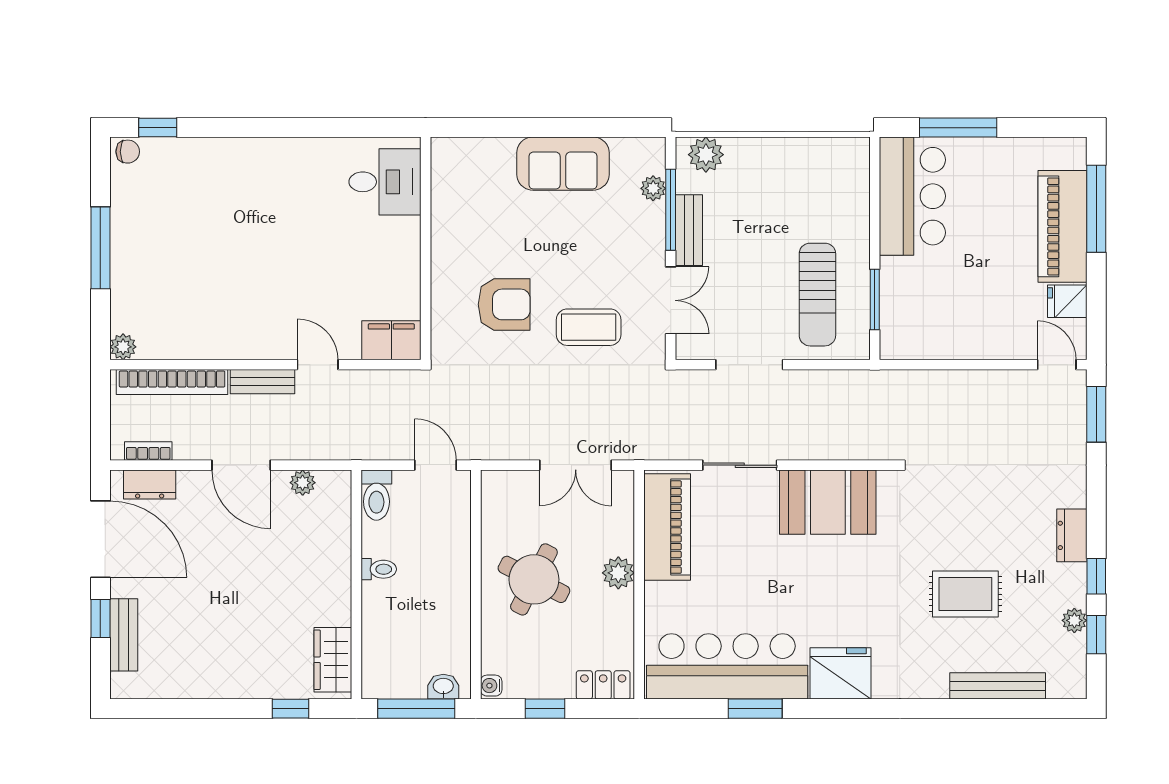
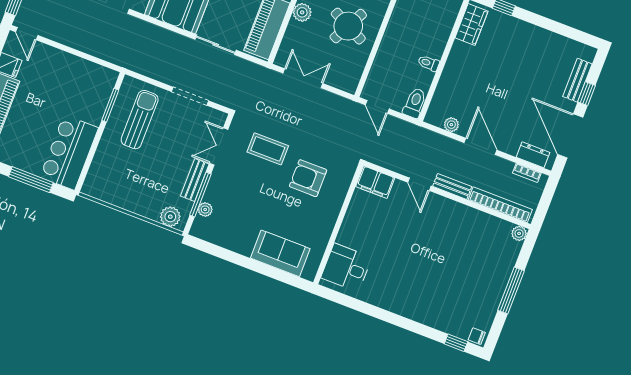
sofa: (563, 164) -> (280, 253), moved

